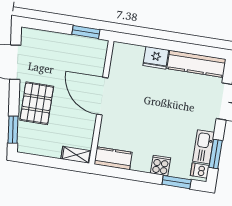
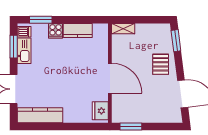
fridge: (156, 58) -> (100, 111), moved, turned -90
pallet: (37, 103) -> (161, 64), width x0.67, depth x0.71
kitchen counter: (113, 158) -> (78, 31), moved

